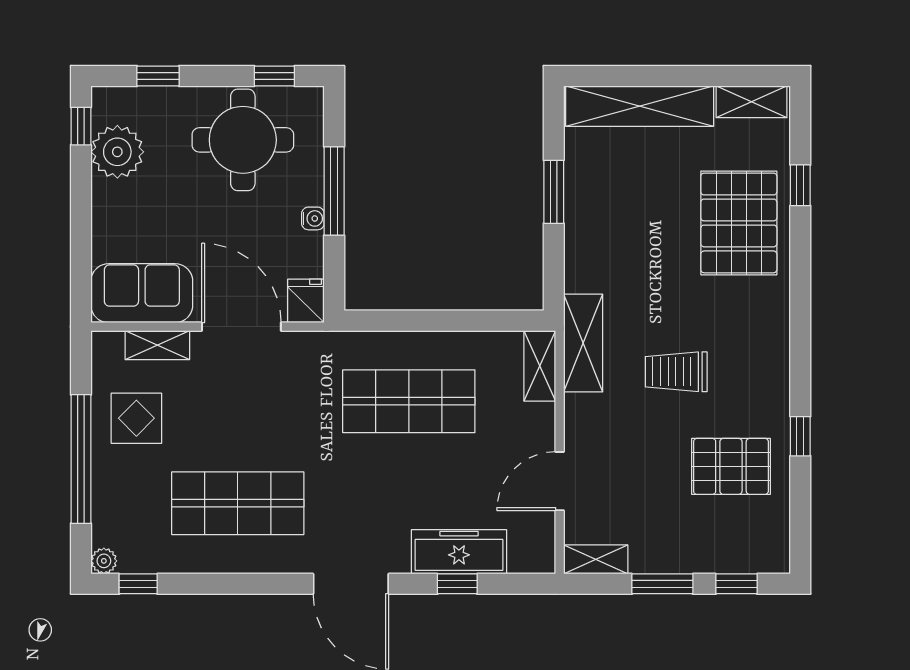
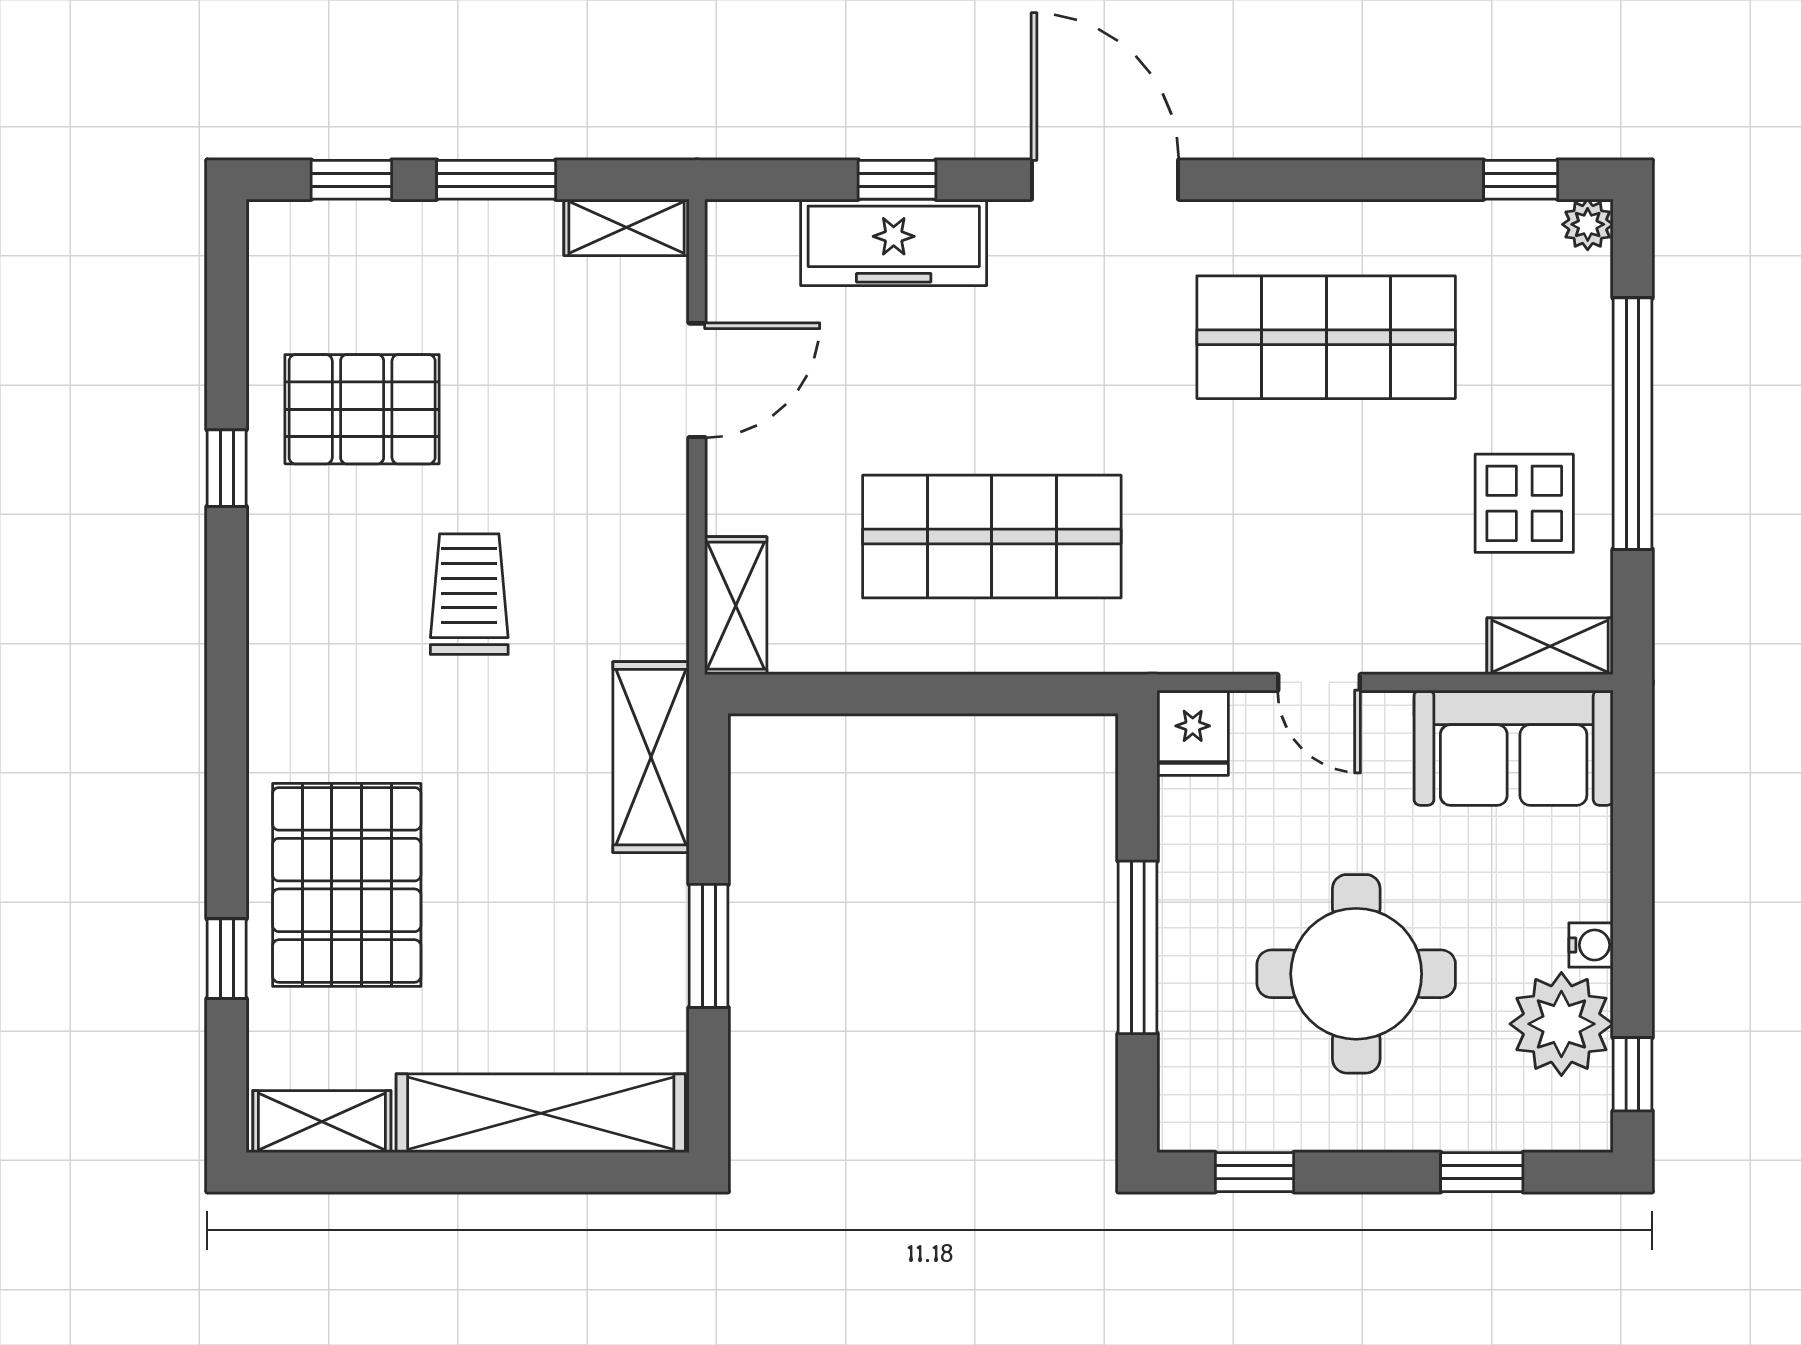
round table: (243, 140) -> (1356, 974), moved
water cooler: (313, 218) -> (1591, 945), moved, turned 180
door: (241, 327) -> (1319, 682), width x0.53
shelving: (583, 343) -> (651, 757), moved
shelving: (157, 345) -> (1550, 646), moved
trolley: (676, 372) -> (469, 594), turned -90

